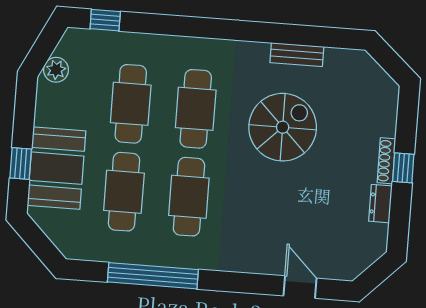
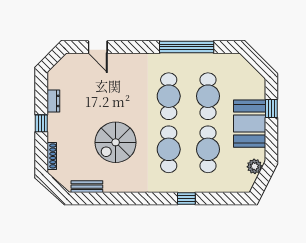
window: (105, 20) -> (186, 199), moved
bench: (297, 55) -> (87, 187), moved
shoe rack: (386, 161) -> (52, 156), moved
booth: (57, 168) -> (250, 124), moved

